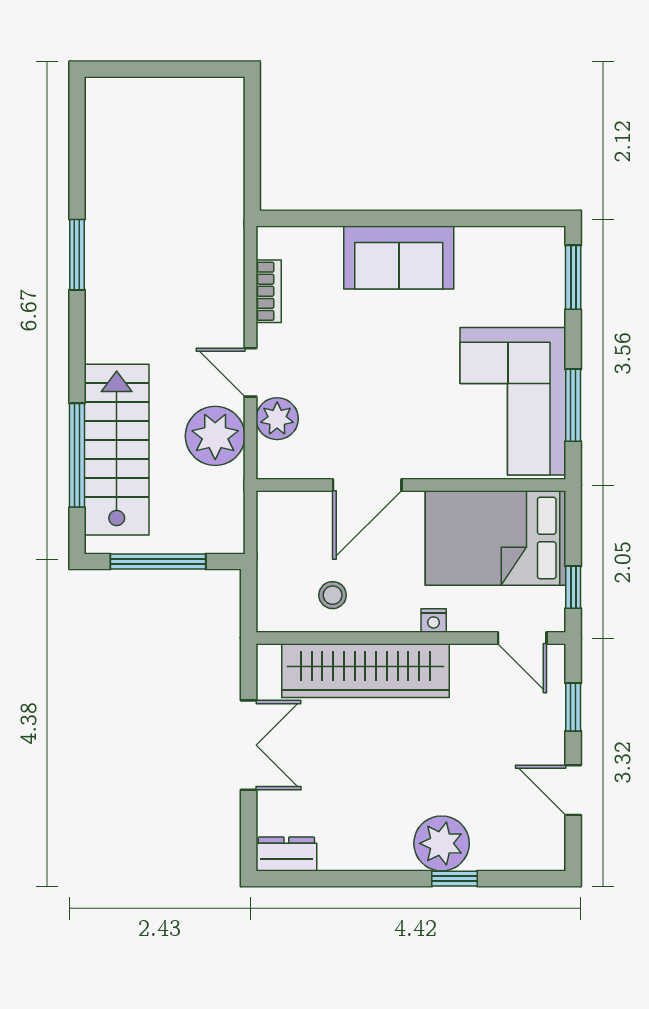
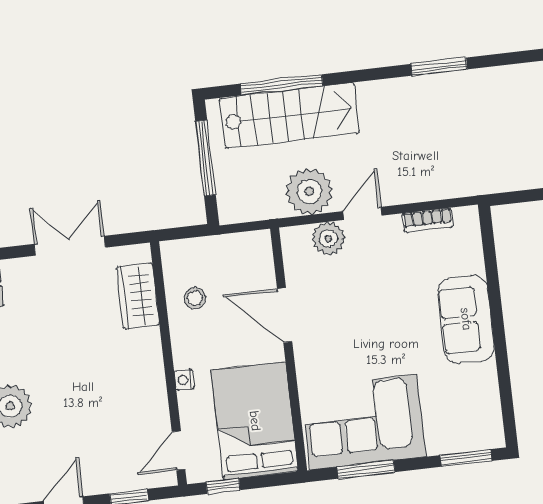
wardrobe: (365, 671) -> (138, 296), width x0.48, depth x0.85
double door: (249, 745) -> (70, 246), swing flipped

